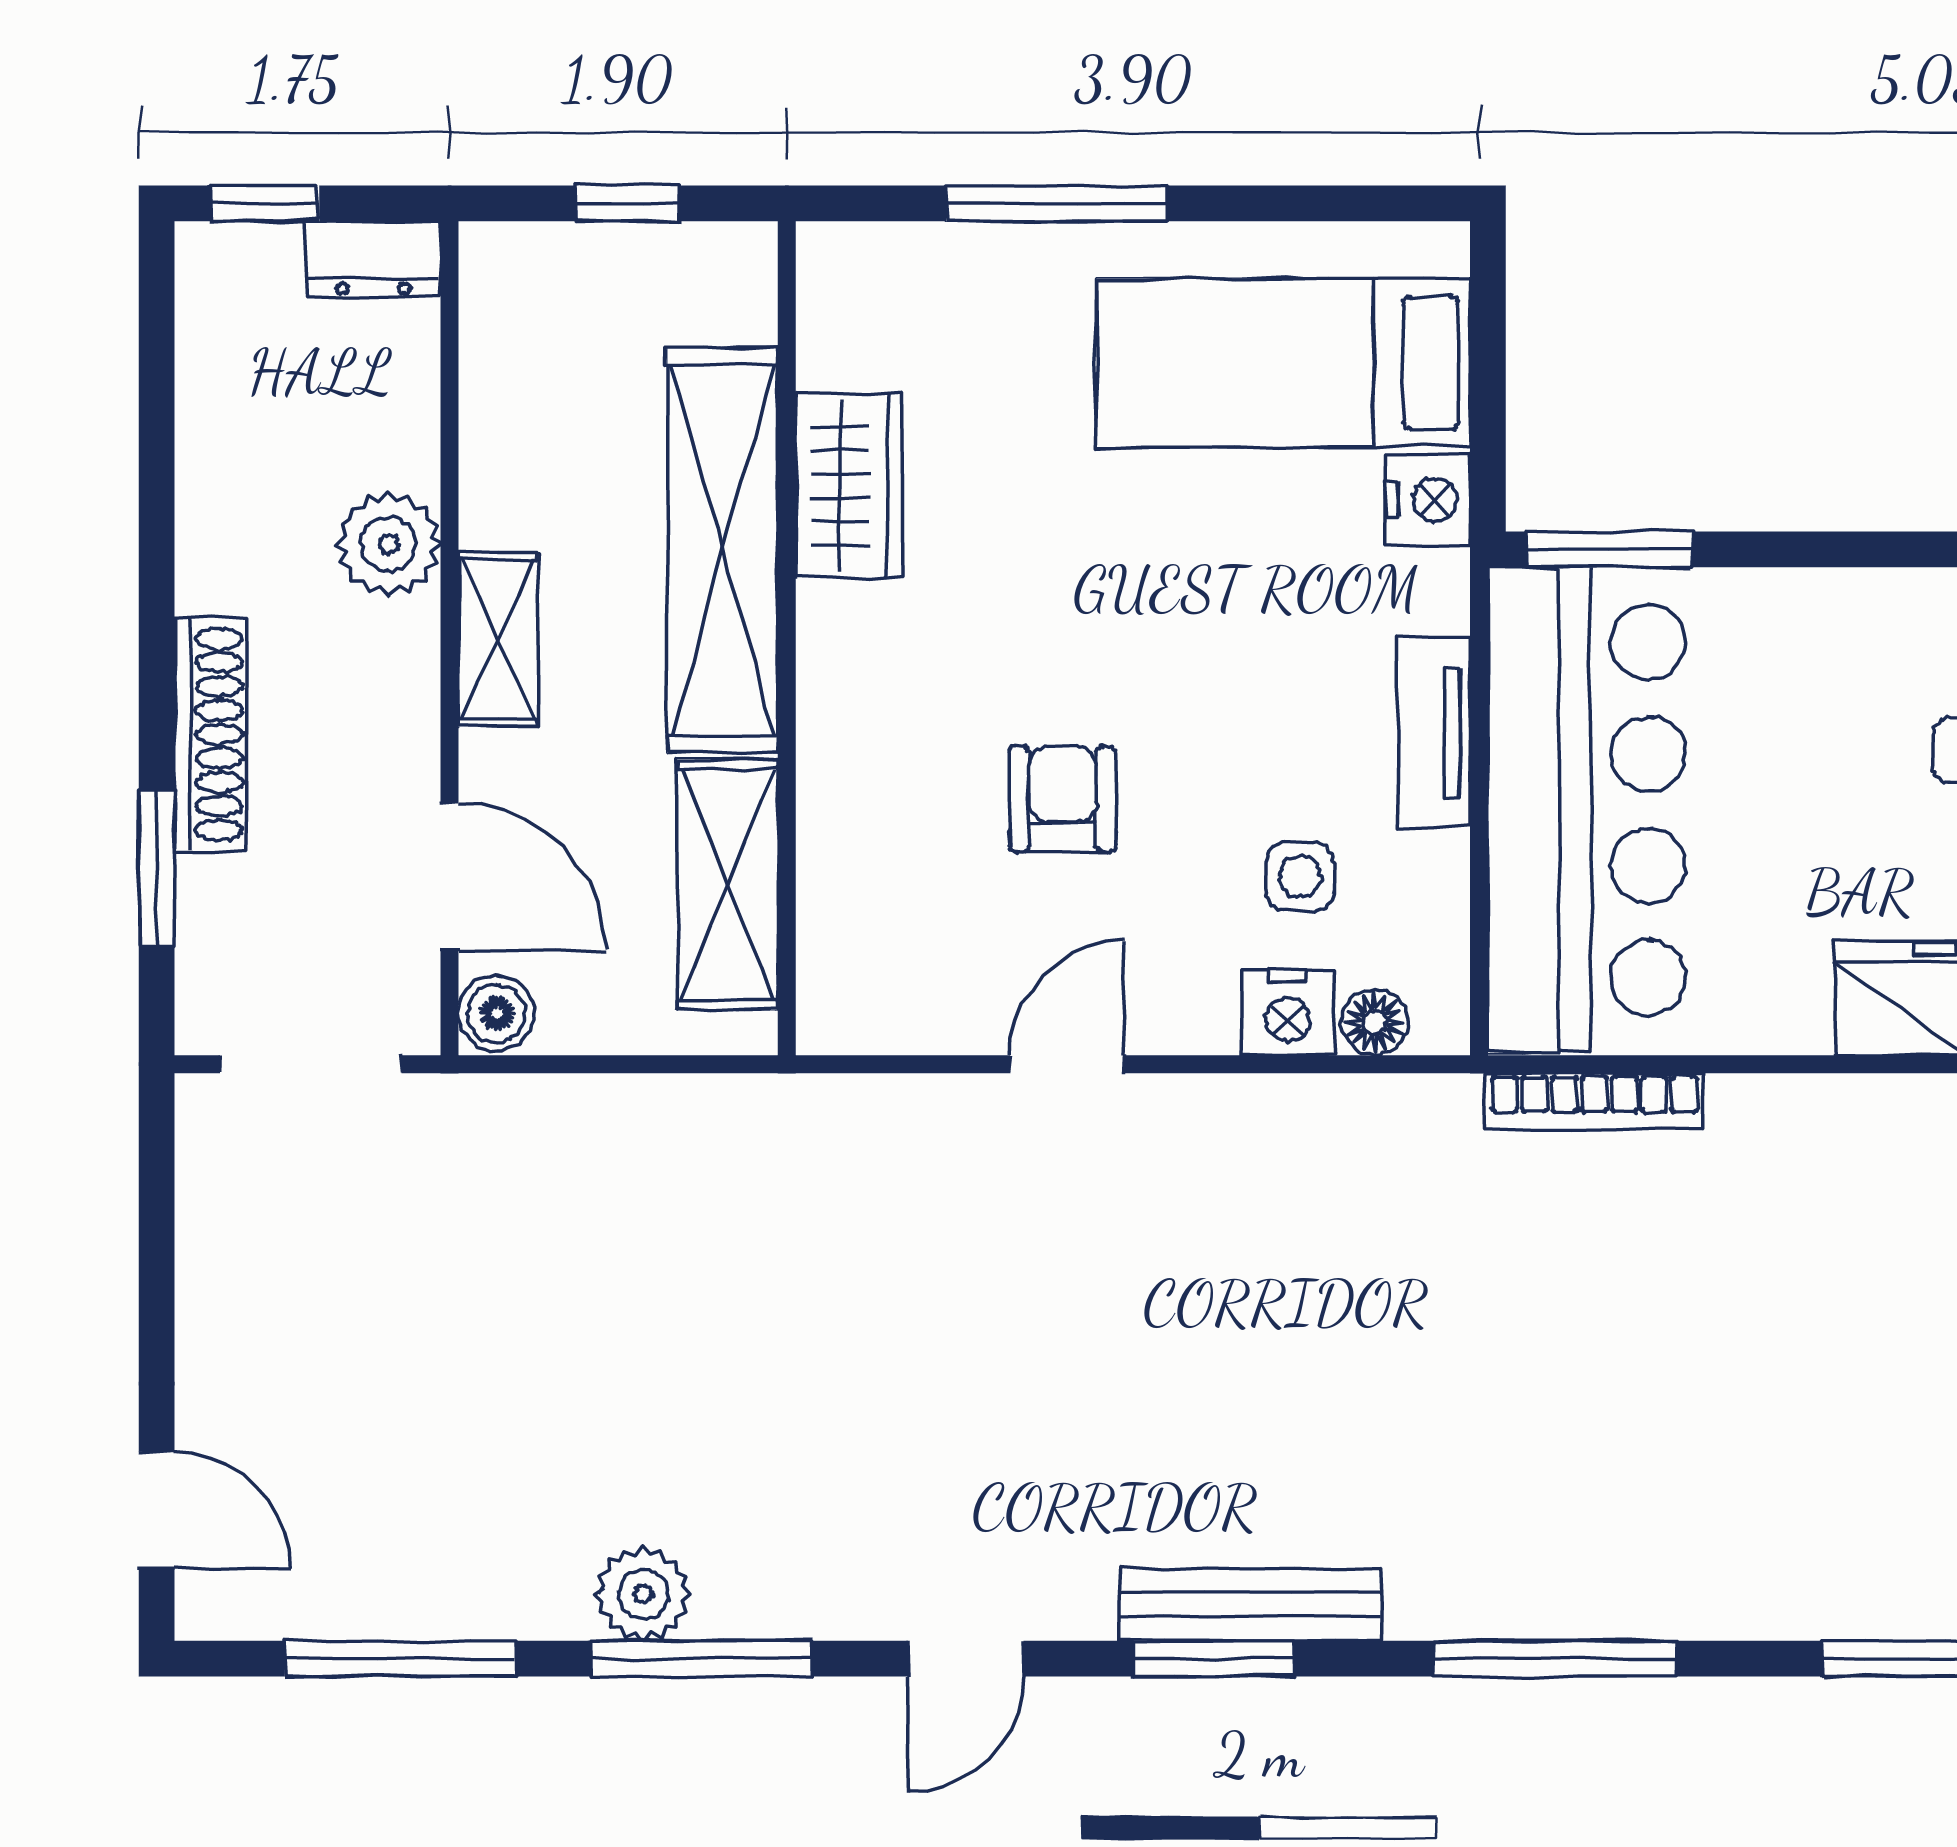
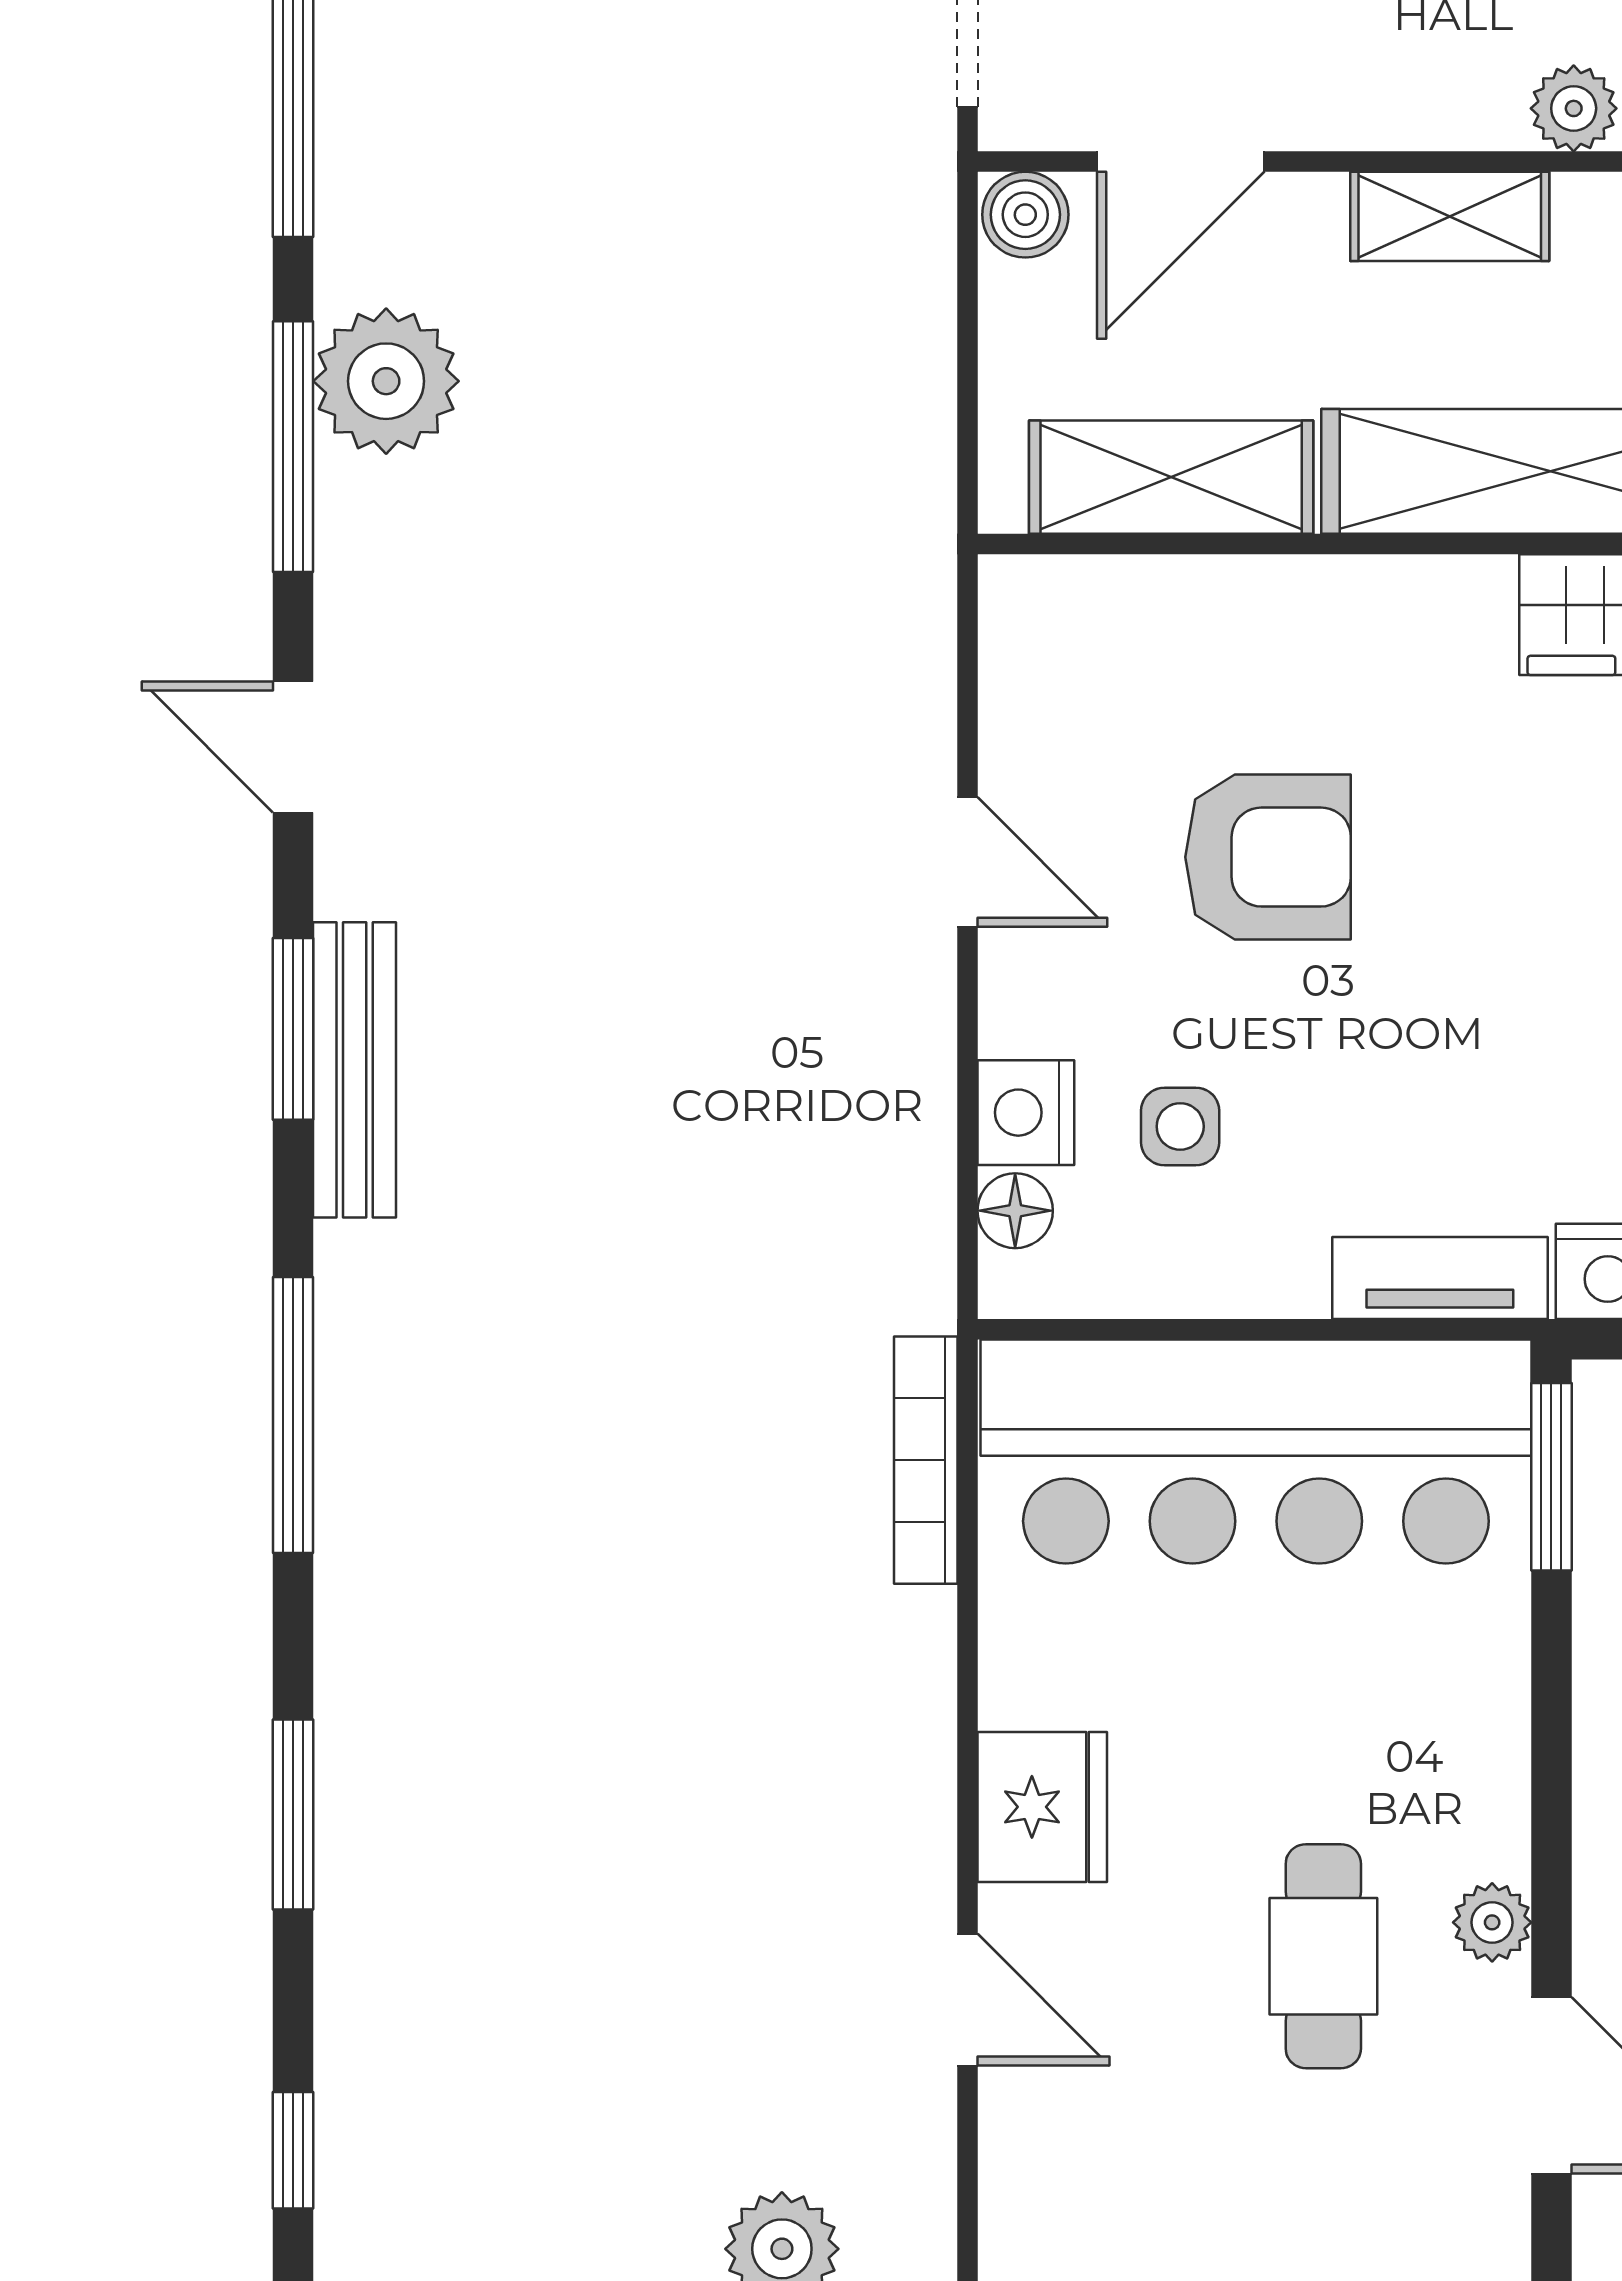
plant: (389, 544) -> (1574, 108), width x0.73, depth x0.73
tv unit: (1434, 733) -> (1440, 1278), moved
armchair: (1063, 799) -> (1268, 857), width x1.38, depth x1.38
plant: (643, 1594) -> (386, 381), width x1.36, depth x1.36

